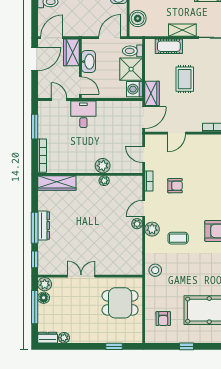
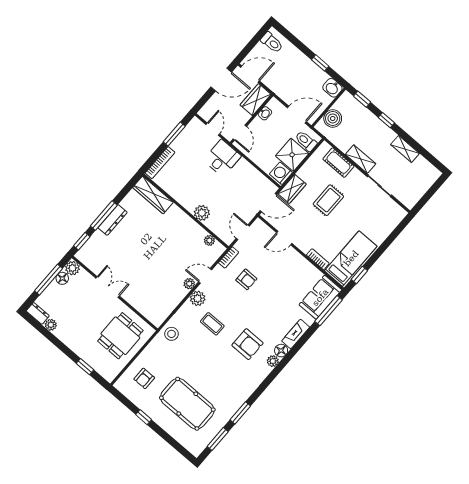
washbasin: (88, 62) -> (265, 113), width x0.52, depth x0.69
plant: (104, 181) -> (209, 240), moved
dining table: (120, 303) -> (120, 336), turned 90

